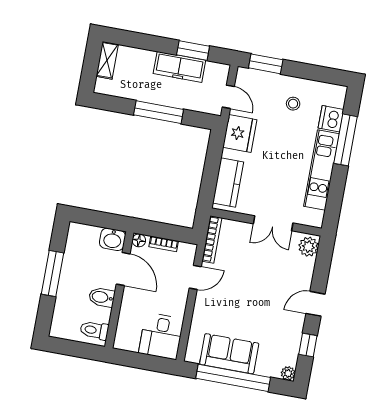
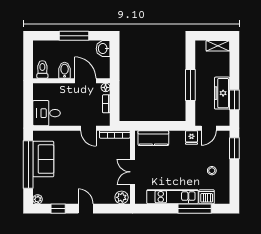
fridge: (240, 133) -> (191, 137), width x0.53, depth x0.75
washbasin: (112, 239) -> (103, 49), moved
door: (123, 269) -> (85, 81), swing flipped

